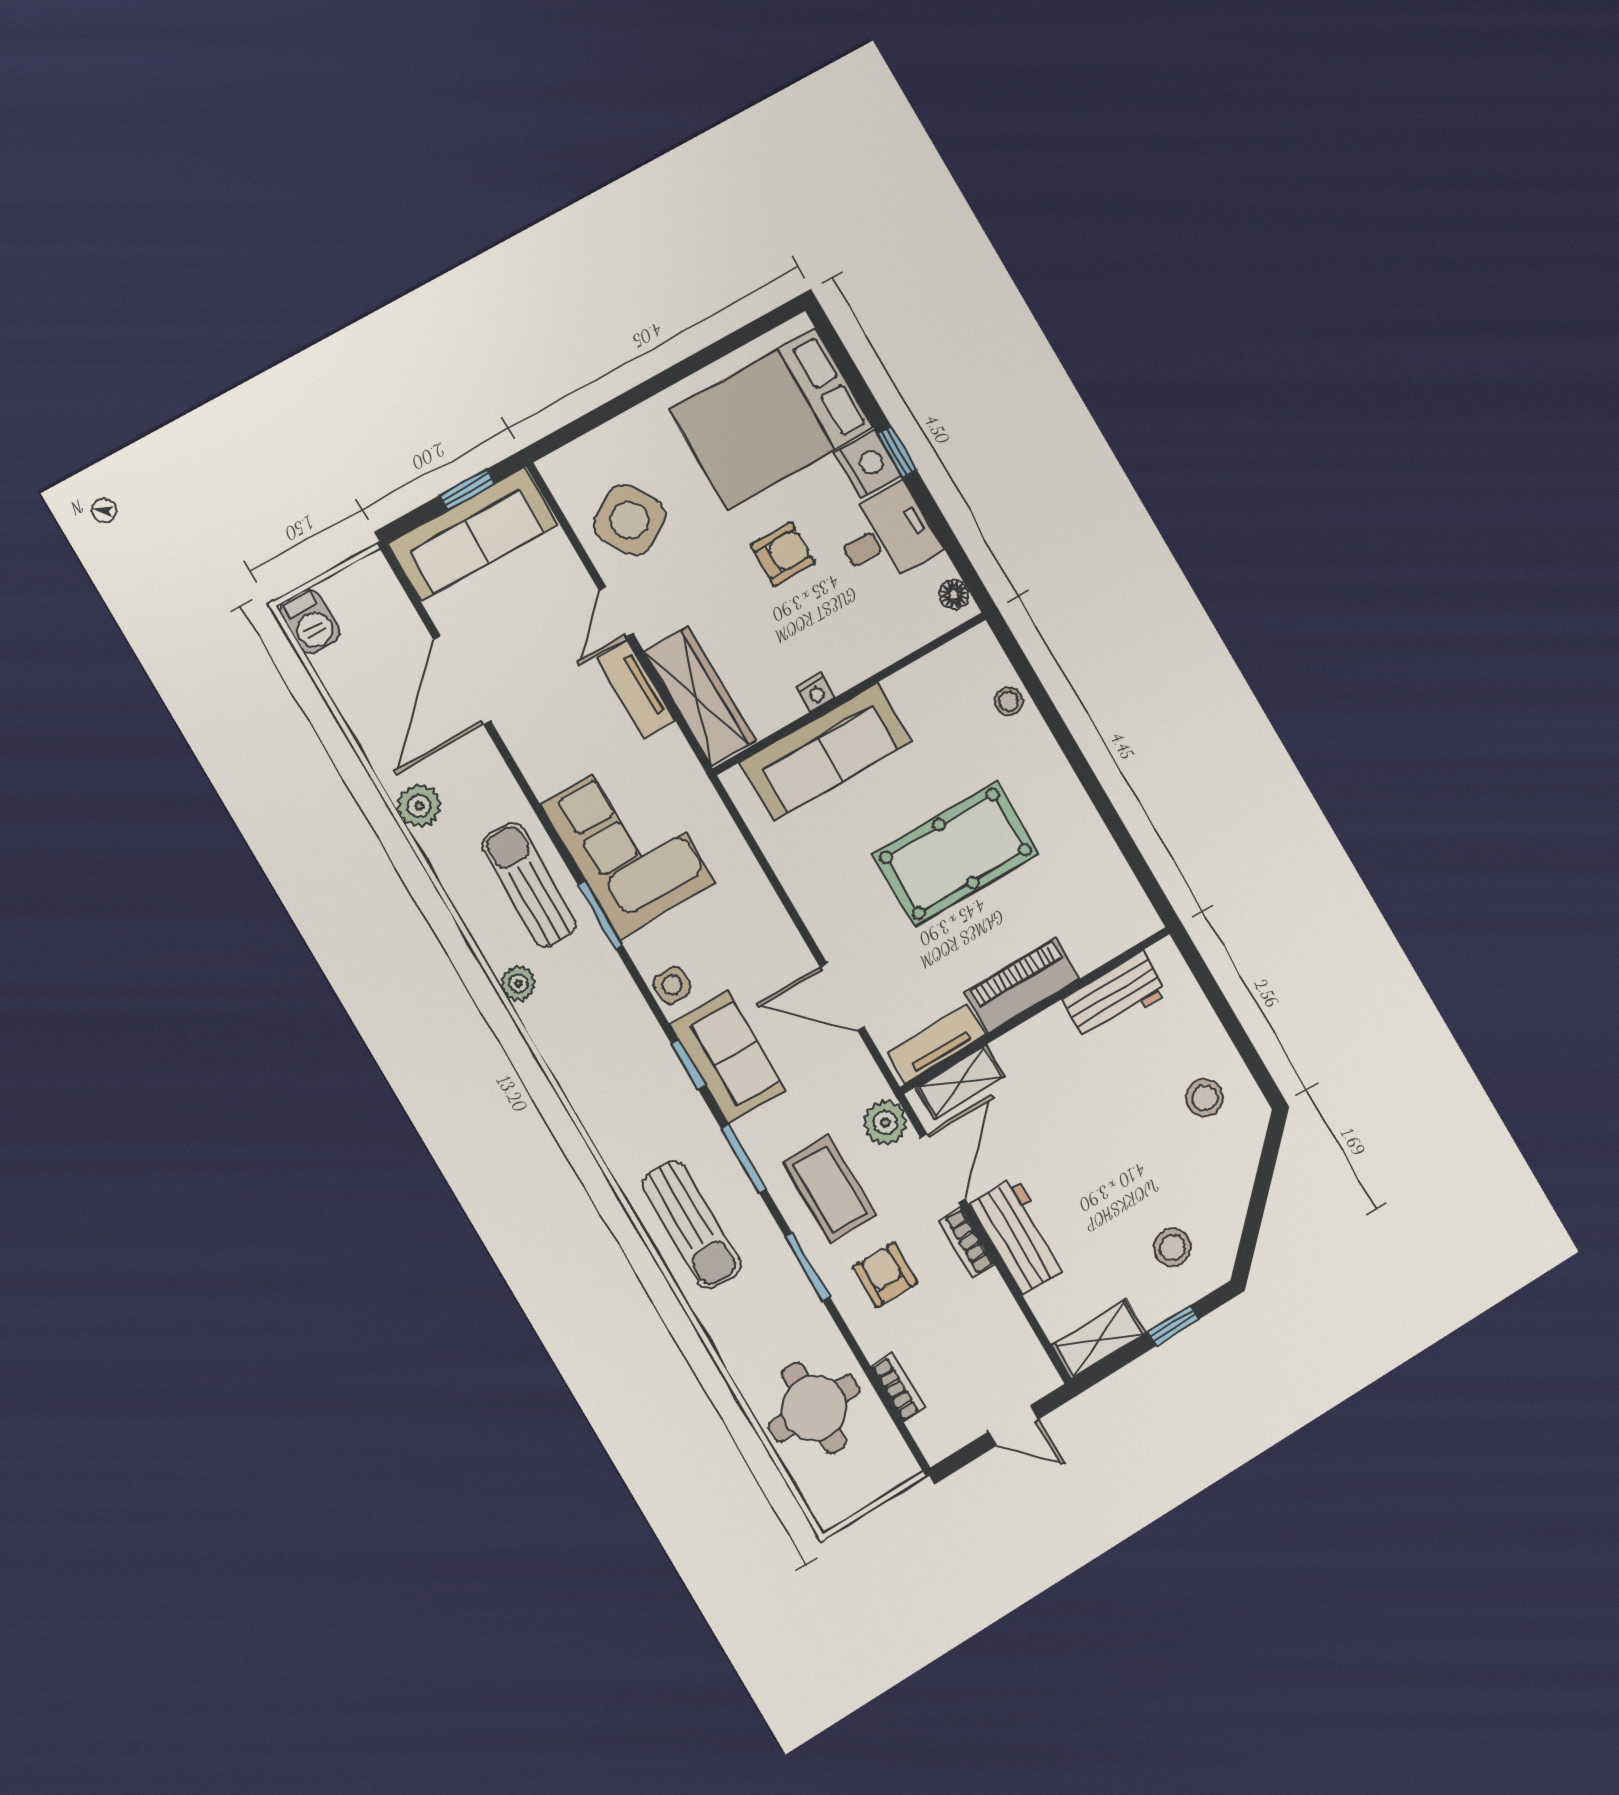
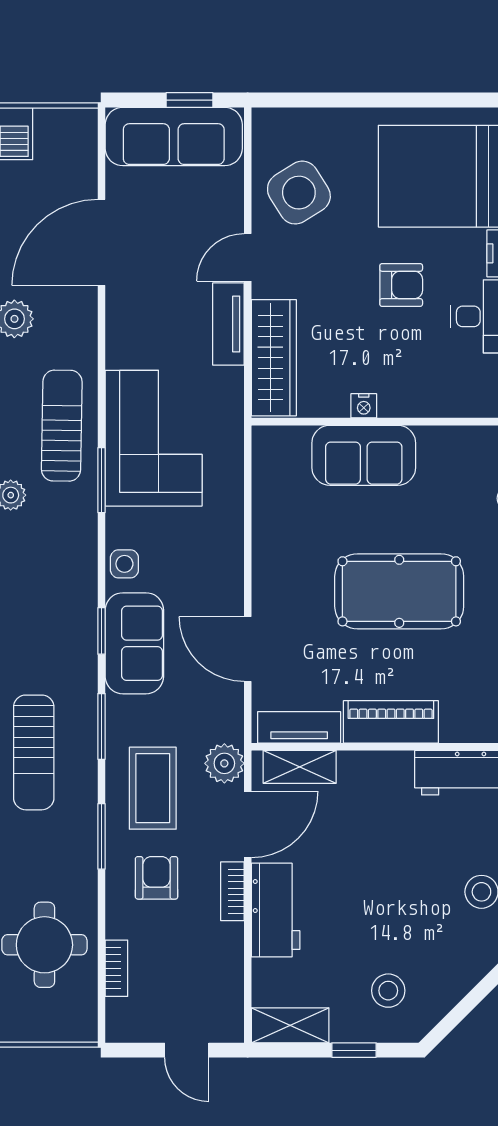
sofa: (826, 752) -> (364, 455), width x0.73

